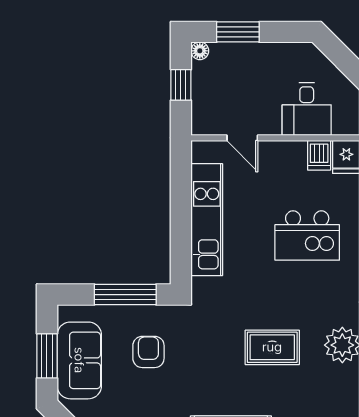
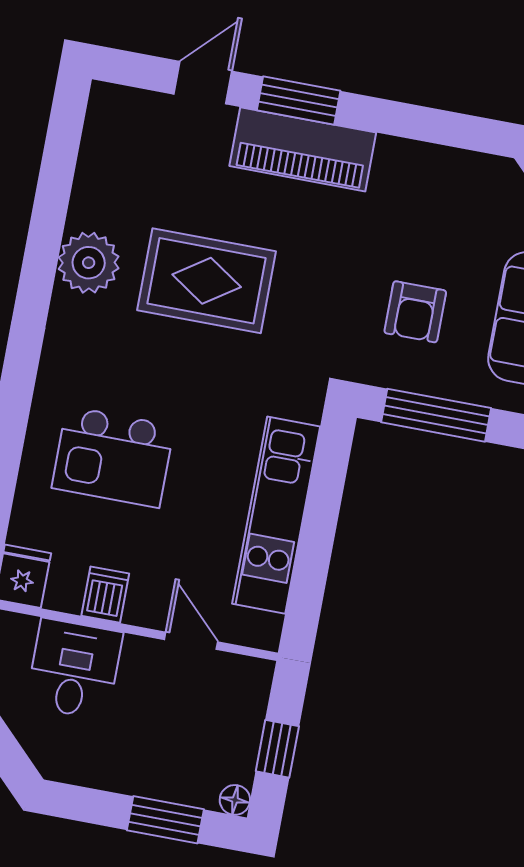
dishwasher: (319, 155) -> (105, 595), moved
kitchen island: (307, 236) -> (113, 457), turned 180
rug: (272, 347) -> (207, 281), width x1.36, depth x1.43

